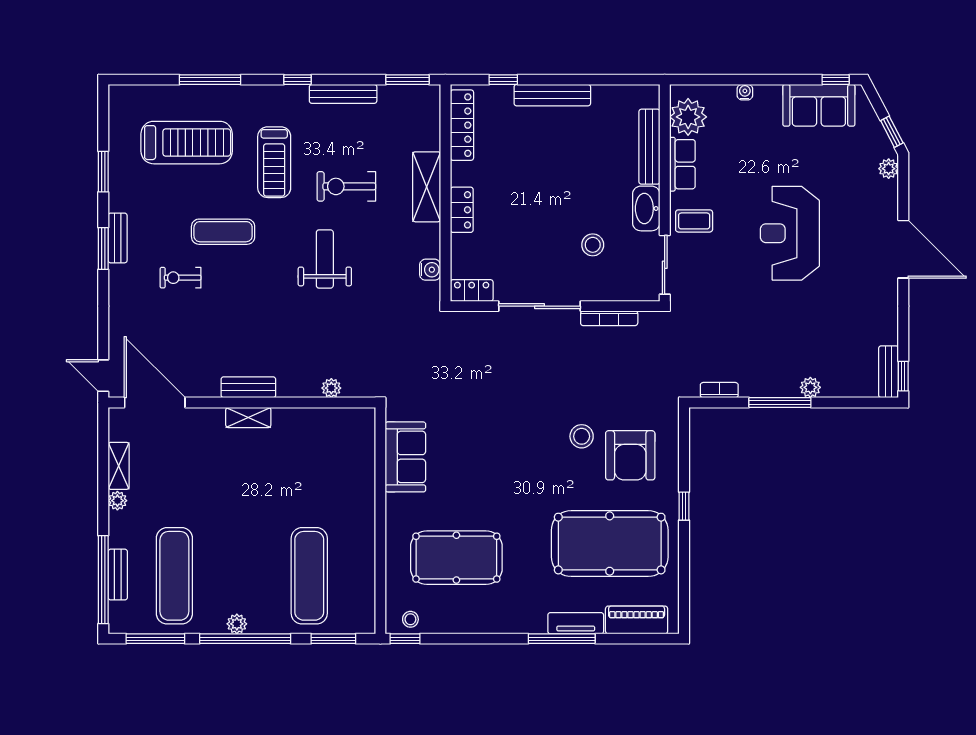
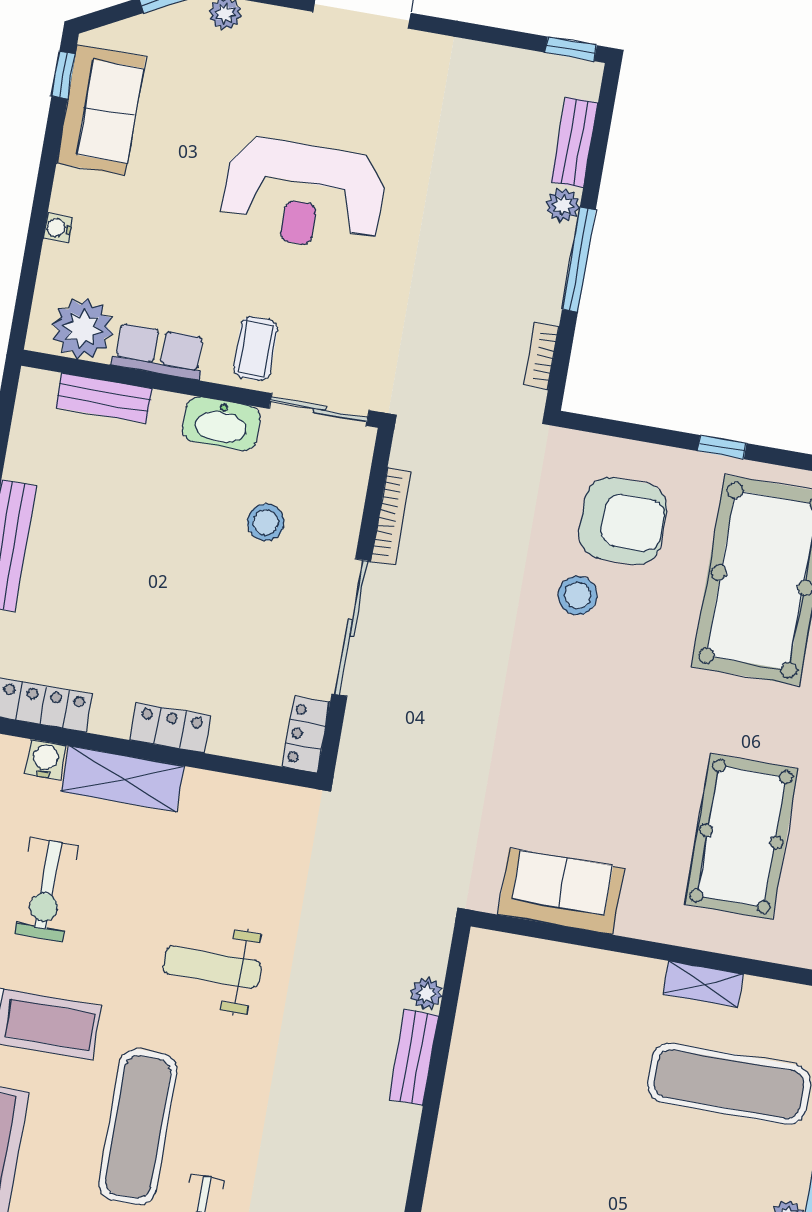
bench: (649, 147) -> (104, 398), width x0.73
exercise bike: (346, 186) -> (47, 890), moved
exercise mat: (223, 232) -> (138, 1127), width x1.36, depth x1.45
water cooler: (430, 270) -> (45, 760), moved
bench: (889, 372) -> (574, 142), moved, turned 90
bench: (248, 387) -> (414, 1057), moved
shelving: (248, 417) -> (703, 984), moved, turned 90

